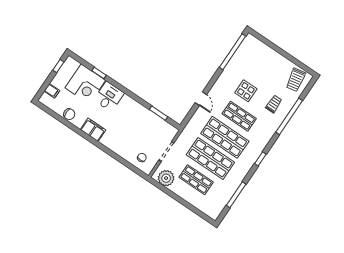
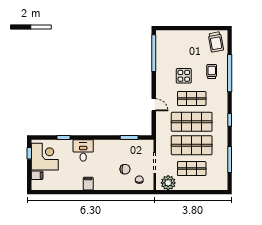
corner desk: (85, 84) -> (45, 157), moved, turned -90
chair: (69, 114) -> (125, 169), moved
filing cabinet: (93, 130) -> (88, 184), width x0.50

